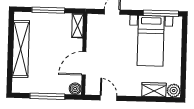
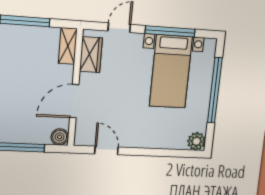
window: (161, 13) -> (170, 31), moved
window: (184, 53) -> (215, 90), added
wardrobe: (154, 90) -> (91, 55), moved, turned 90

